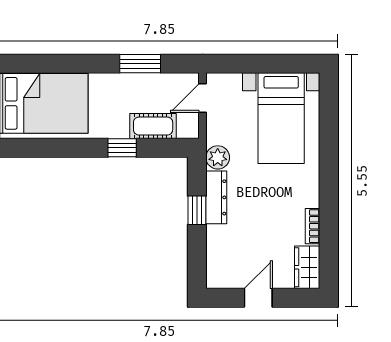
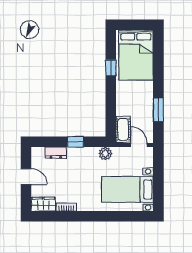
cot: (153, 126) -> (123, 129), moved
window: (122, 148) -> (111, 68), moved
dresser: (216, 197) -> (56, 153), moved, width x0.70

